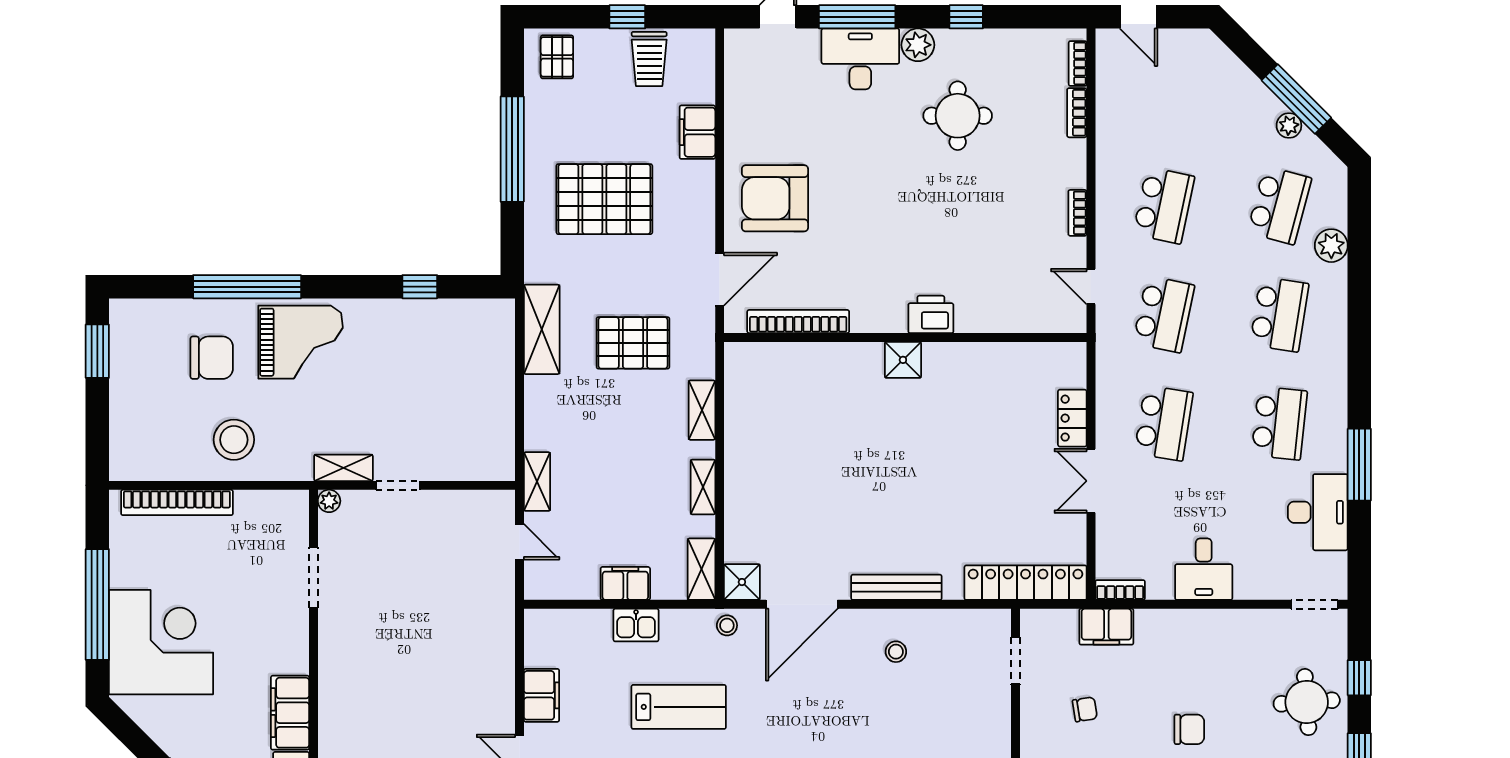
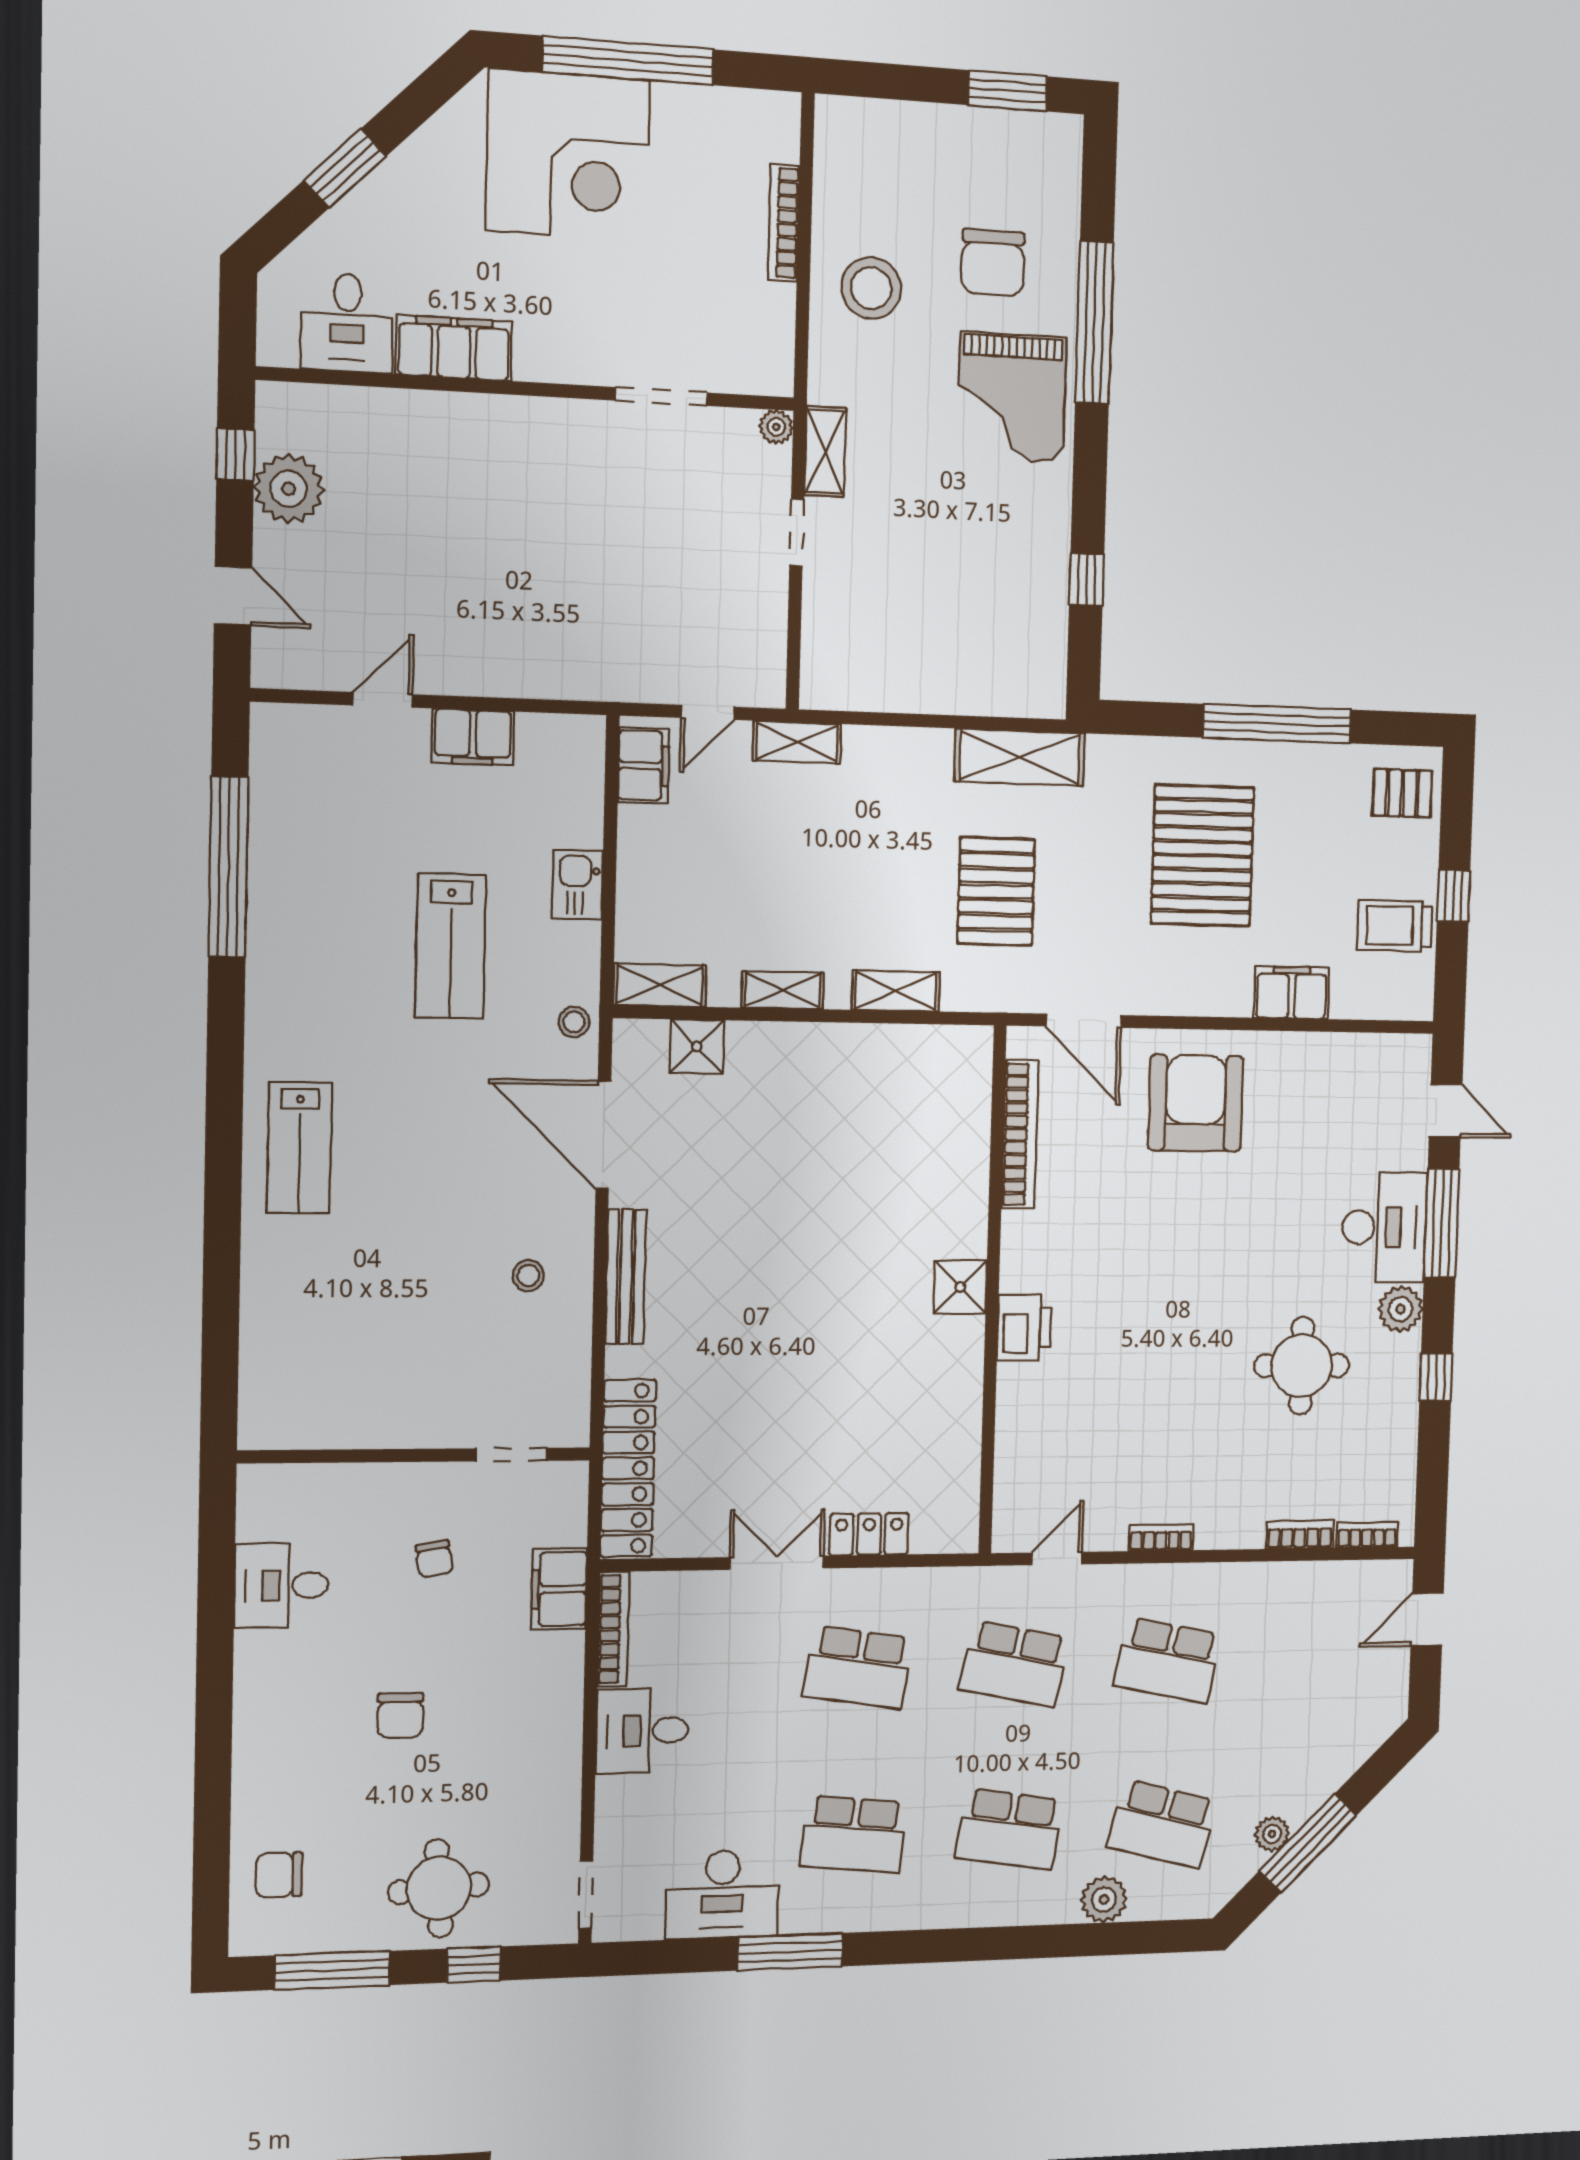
bookcase: (177, 502) -> (784, 223), width x0.68, depth x0.76
shower: (742, 582) -> (697, 1047), moved
filing cabinet: (625, 583) -> (644, 765), moved
bookcase: (1120, 590) -> (613, 1629), width x1.56

